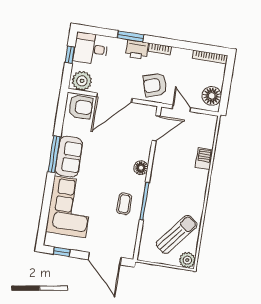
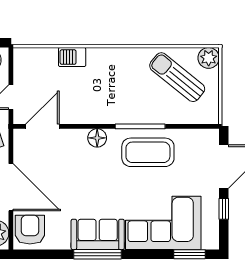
door: (156, 128) -> (42, 126), hinge flipped
coffee table: (124, 204) -> (148, 152), width x1.86, depth x1.72
window: (43, 223) -> (190, 254), added
window: (62, 252) -> (224, 209), moved

